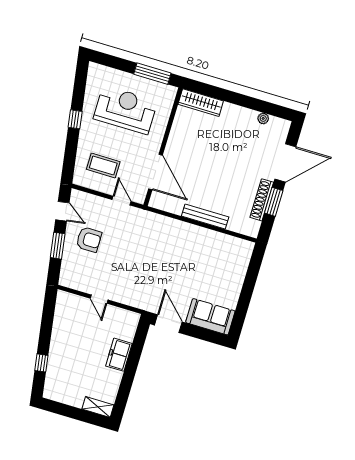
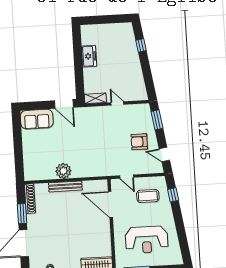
window: (75, 119) -> (173, 195), moved
shoe rack: (262, 200) -> (30, 199), moved
plant: (200, 238) -> (63, 171), added
window: (58, 246) -> (157, 120), moved
freezer: (119, 355) -> (89, 56), moved
shelving: (98, 407) -> (95, 98), moved

